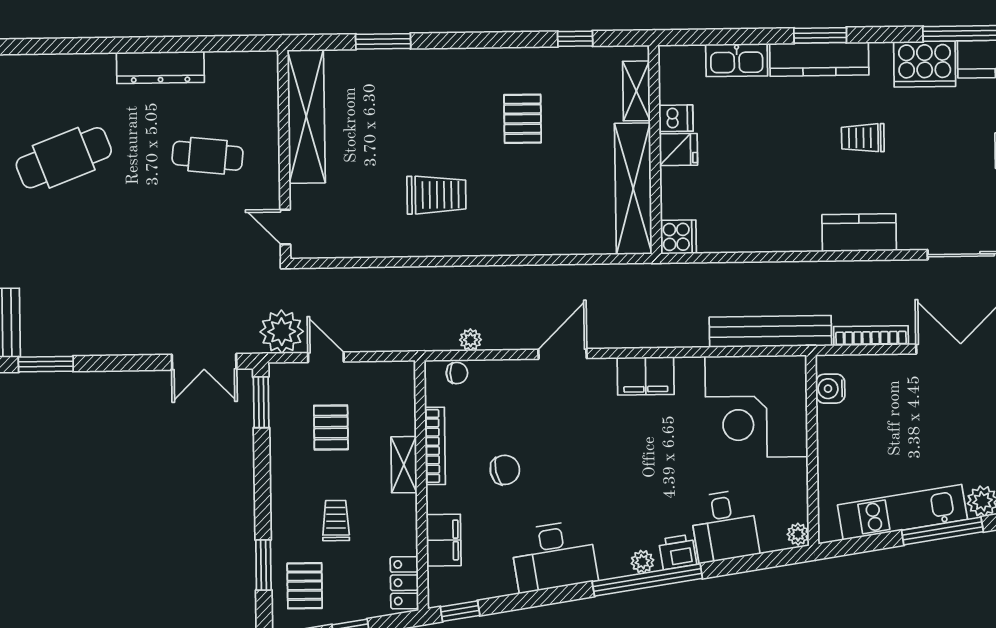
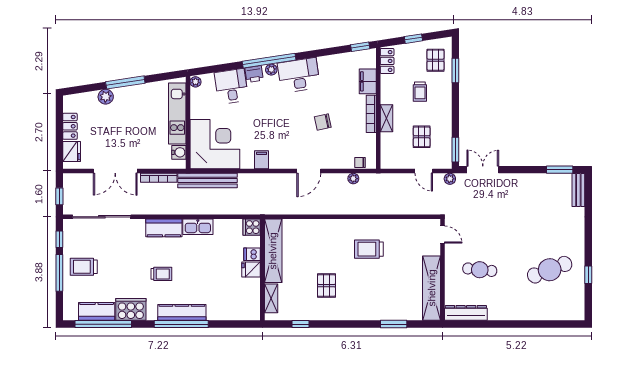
window: (820, 35) -> (181, 324), width x2.11
kitchen sink: (737, 60) -> (198, 227), moved, turned 180
dresser: (160, 68) -> (466, 313), moved
dishwasher: (676, 118) -> (252, 254), moved
plant: (282, 332) -> (450, 179), width x0.53, depth x0.53
filing cabinet: (646, 376) -> (262, 160), width x0.50
bookcase: (435, 446) -> (371, 114), moved
chair: (505, 470) -> (323, 122), moved
kitchen unit: (902, 512) -> (177, 114), moved, turned 99
desk: (554, 556) -> (299, 75), moved

